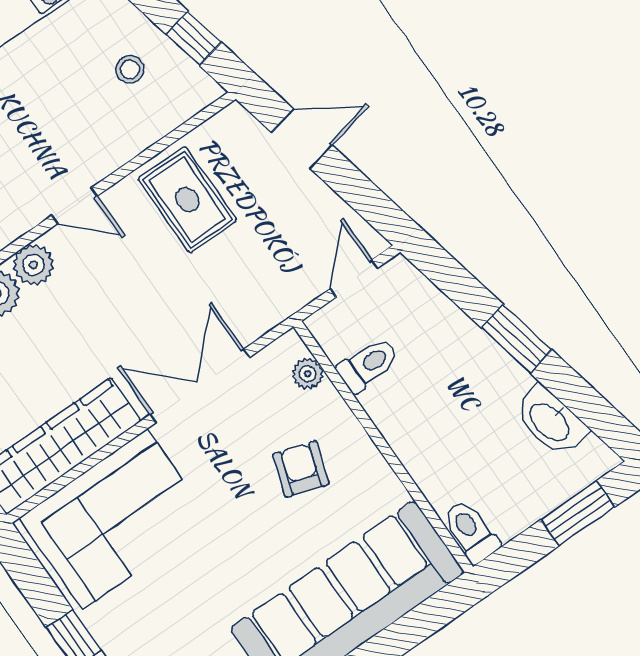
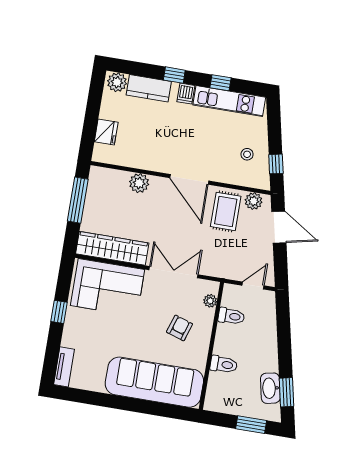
door: (302, 139) -> (279, 227), width x1.38
door: (75, 206) -> (189, 179), width x1.88
plant: (33, 265) -> (254, 201), moved
window: (517, 339) -> (287, 392), moved
toilet: (471, 532) -> (224, 364), moved, turned 90

